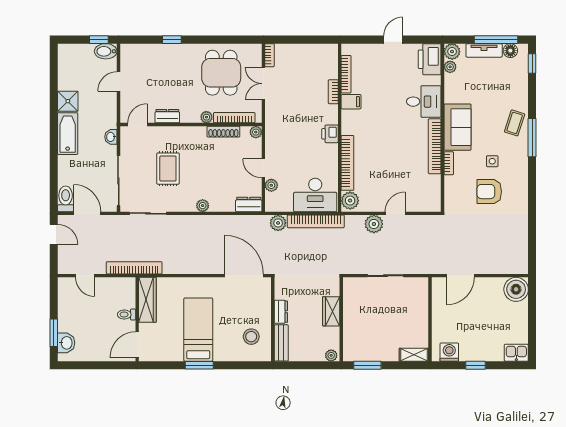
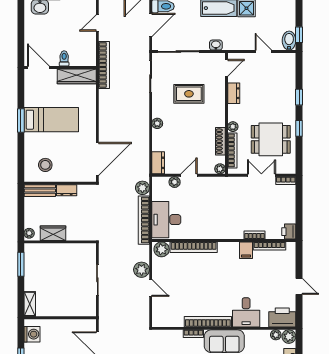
window: (208, 40) -> (299, 128), added
door: (138, 125) -> (226, 68), hinge flipped
printer: (330, 134) -> (289, 232), moved, turned -90
wardrobe: (331, 311) -> (53, 233), moved

